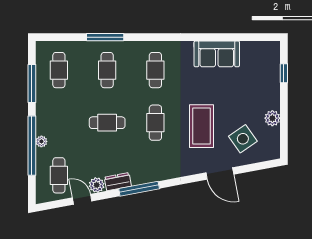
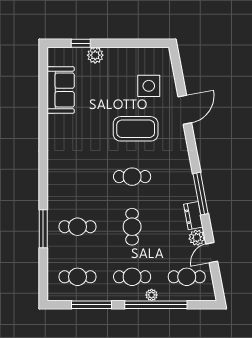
sofa: (217, 54) -> (61, 90), moved
cafe table: (155, 70) -> (132, 277), moved
plant: (272, 118) -> (95, 55), moved
side table: (243, 139) -> (149, 86), turned 35

